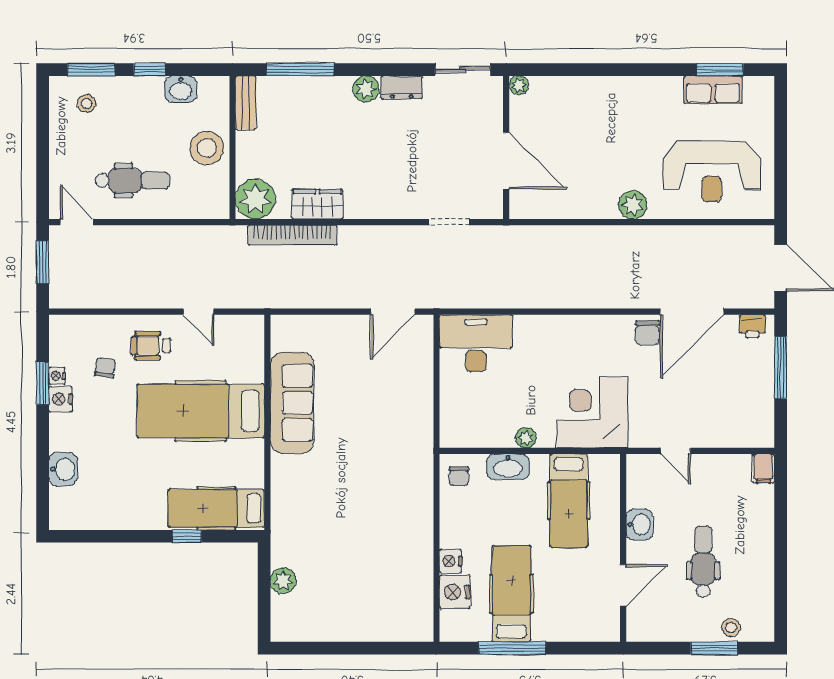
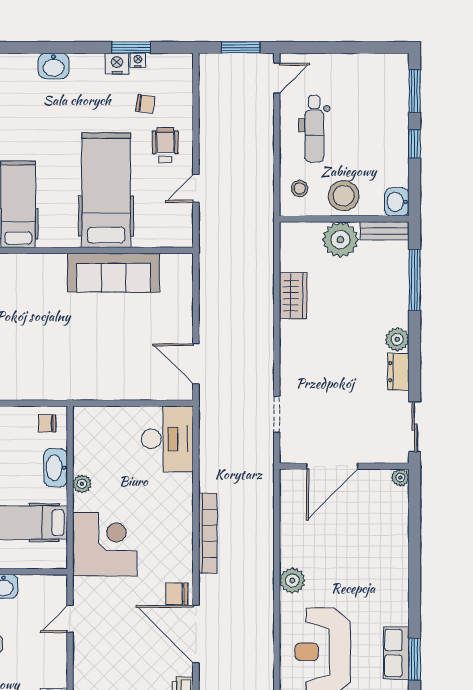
washbasin: (181, 89) -> (397, 202), moved
stool: (86, 103) -> (300, 188), moved
plant: (255, 199) -> (340, 240), moved
bookcase: (292, 235) -> (208, 533), moved, turned 180

